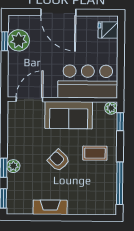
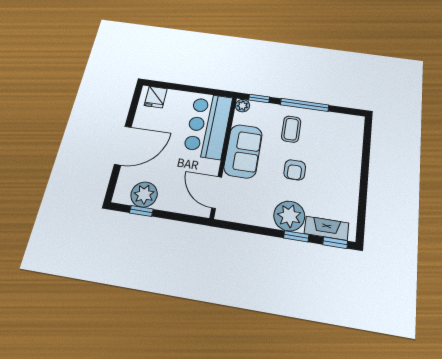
armchair: (59, 160) -> (295, 170), turned -44
plant: (13, 166) -> (289, 216), width x1.88, depth x1.88
window: (120, 183) -> (304, 105), moved
fireplace: (50, 207) -> (327, 228), moved, turned 90

